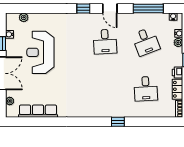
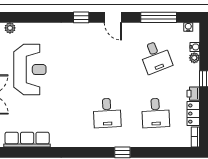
desk: (105, 42) -> (107, 113), moved
reception desk: (40, 52) -> (30, 70), turned 180

